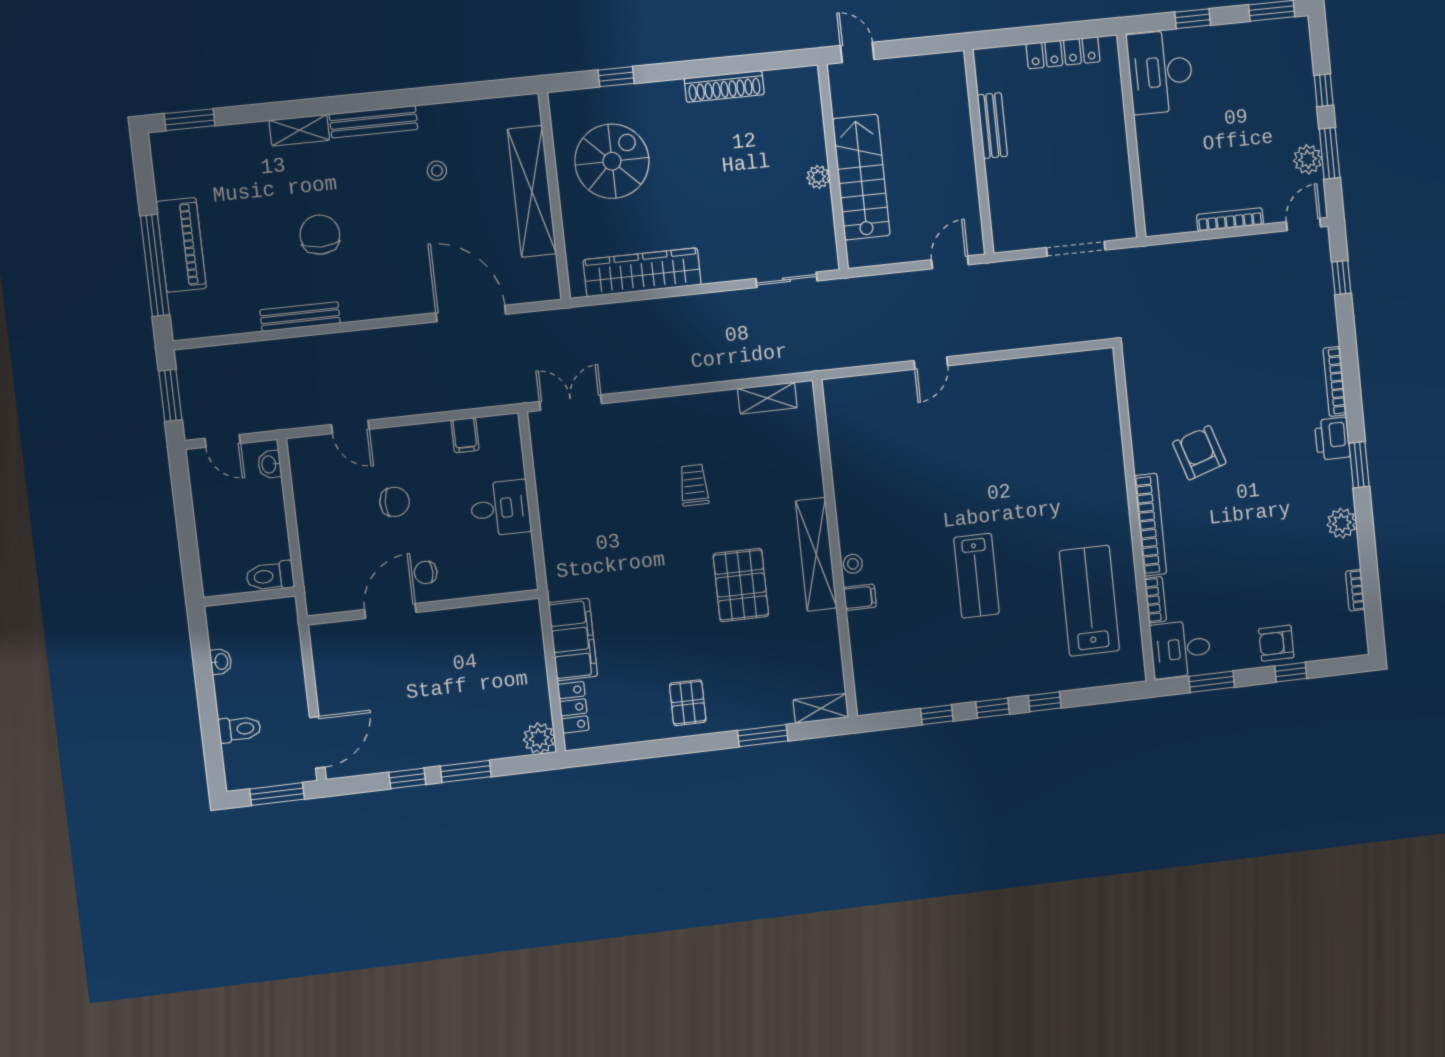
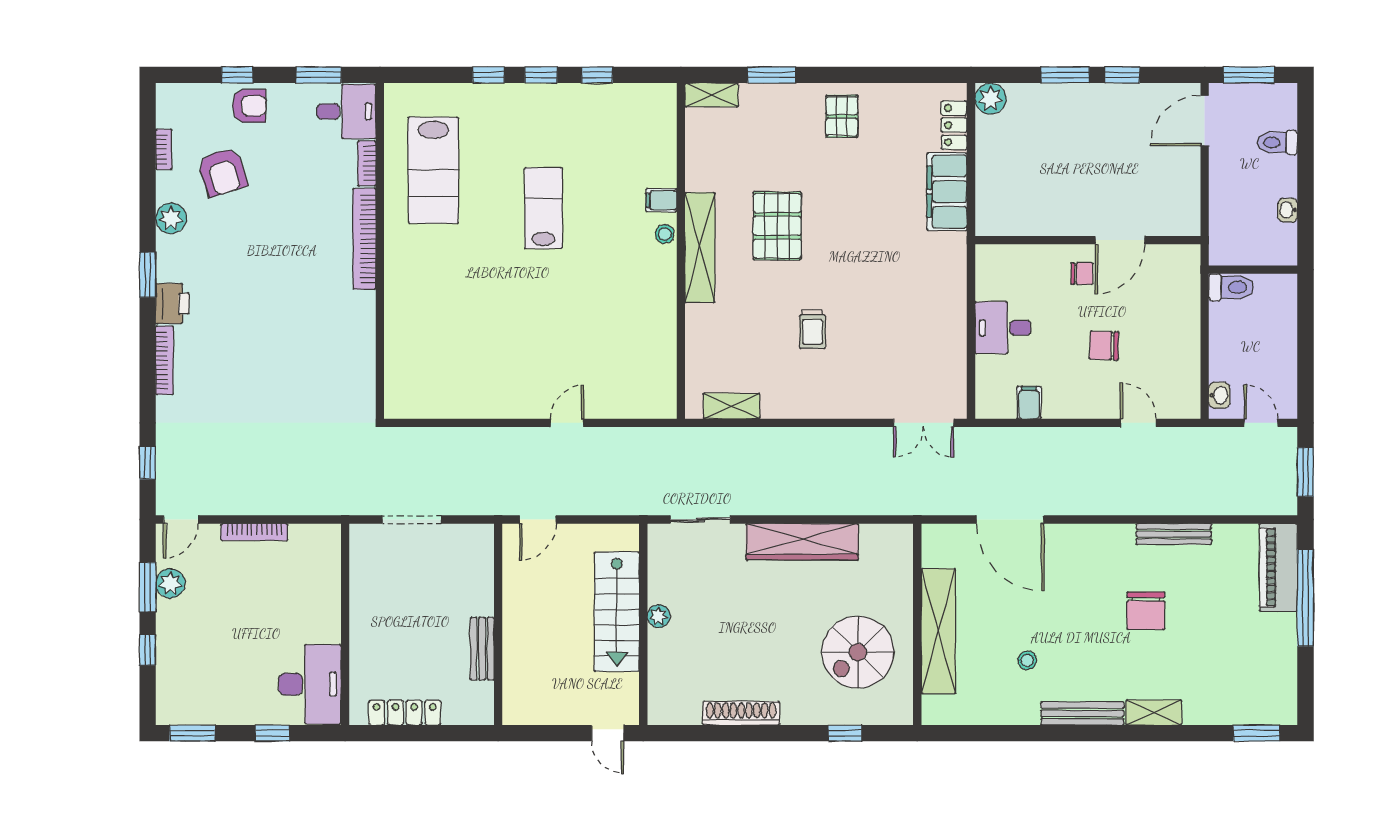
piano: (181, 245) -> (1278, 567), moved
wardrobe: (642, 272) -> (802, 542), moved
armchair: (1199, 453) -> (222, 172), moved

